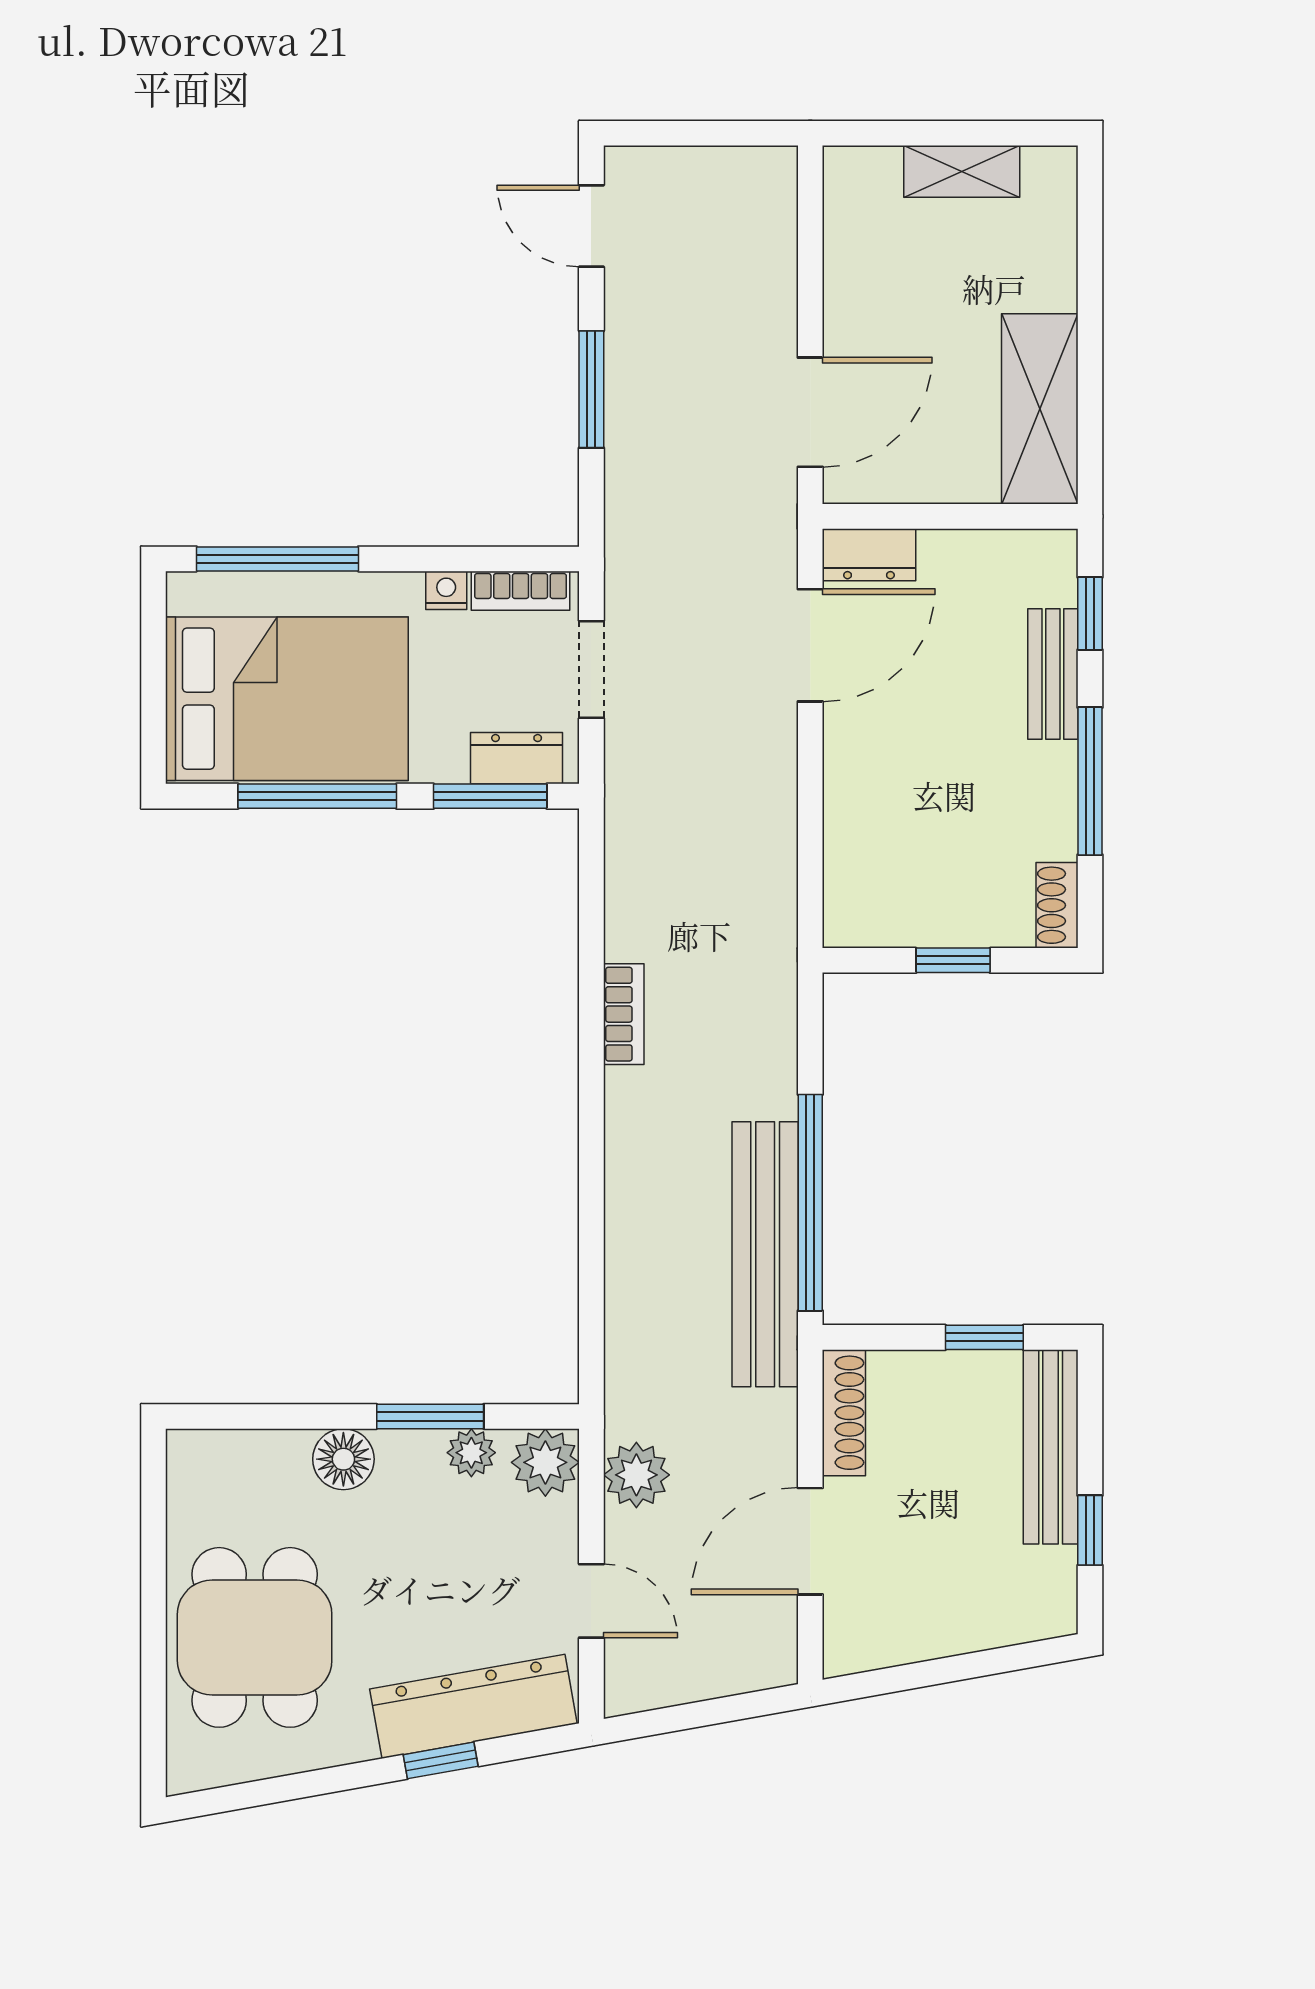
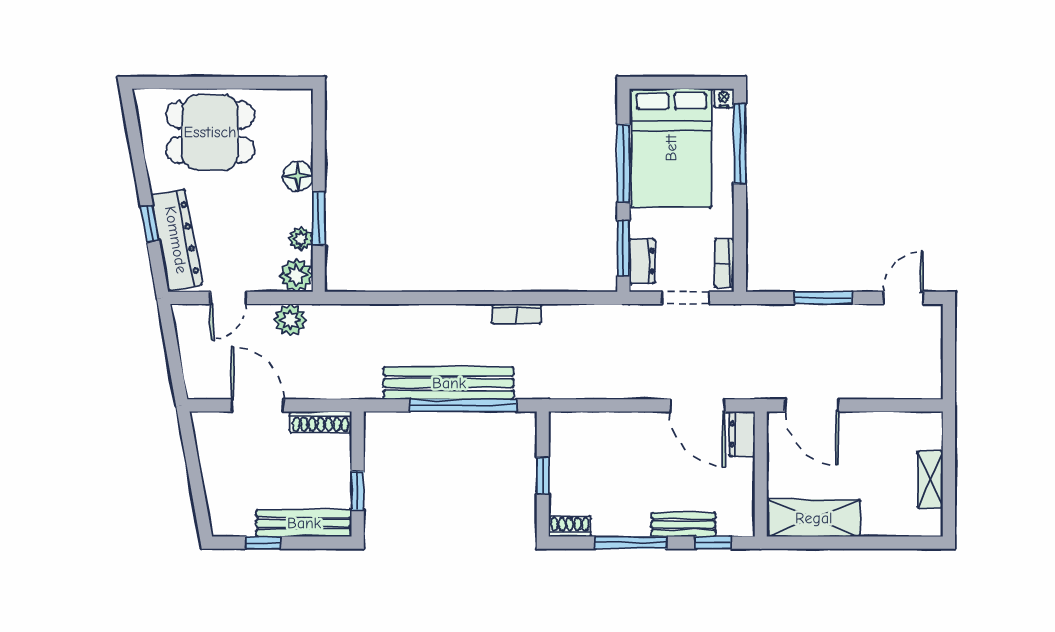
nightstand: (446, 590) -> (724, 98), moved, turned -90
window: (810, 1203) -> (463, 405), moved
bench: (765, 1254) -> (449, 383), moved

